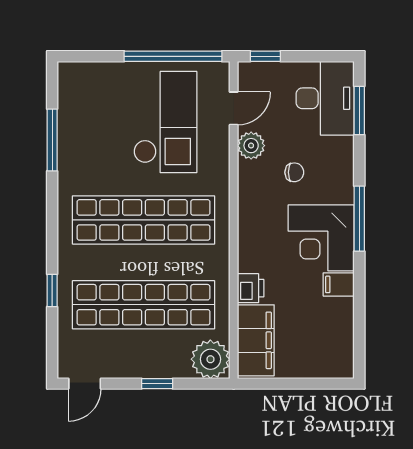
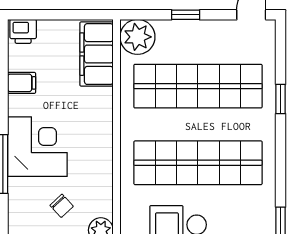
chair: (294, 172) -> (62, 206), turned -133
filing cabinet: (339, 284) -> (22, 83), moved
printer: (251, 288) -> (23, 31), moved, turned -90

